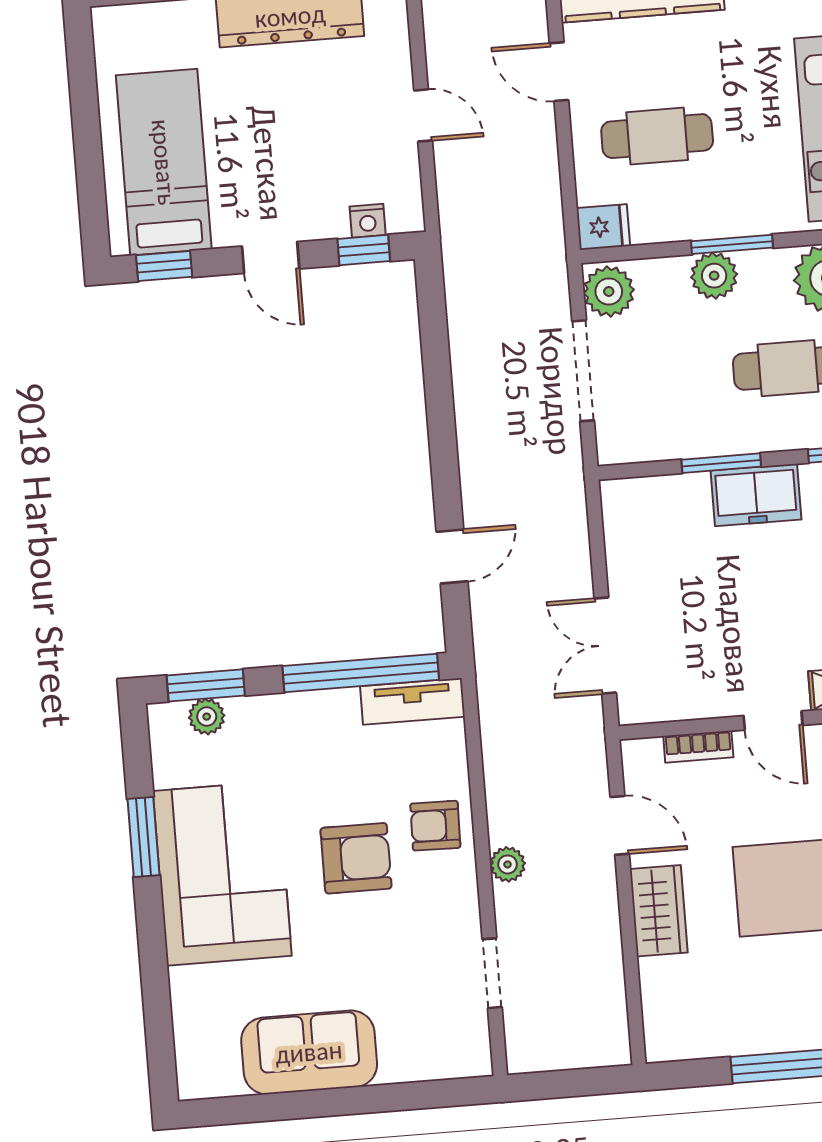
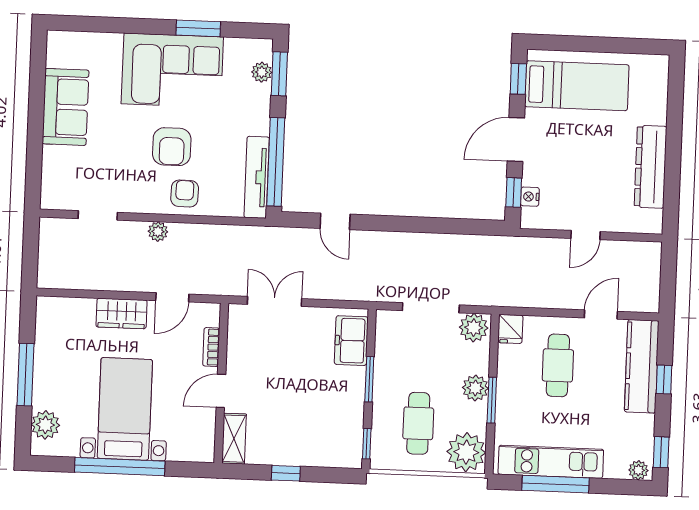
door: (271, 258) -> (516, 139), width x1.38
freezer: (756, 495) -> (351, 341), moved
tv unit: (412, 701) -> (257, 177), width x1.41

